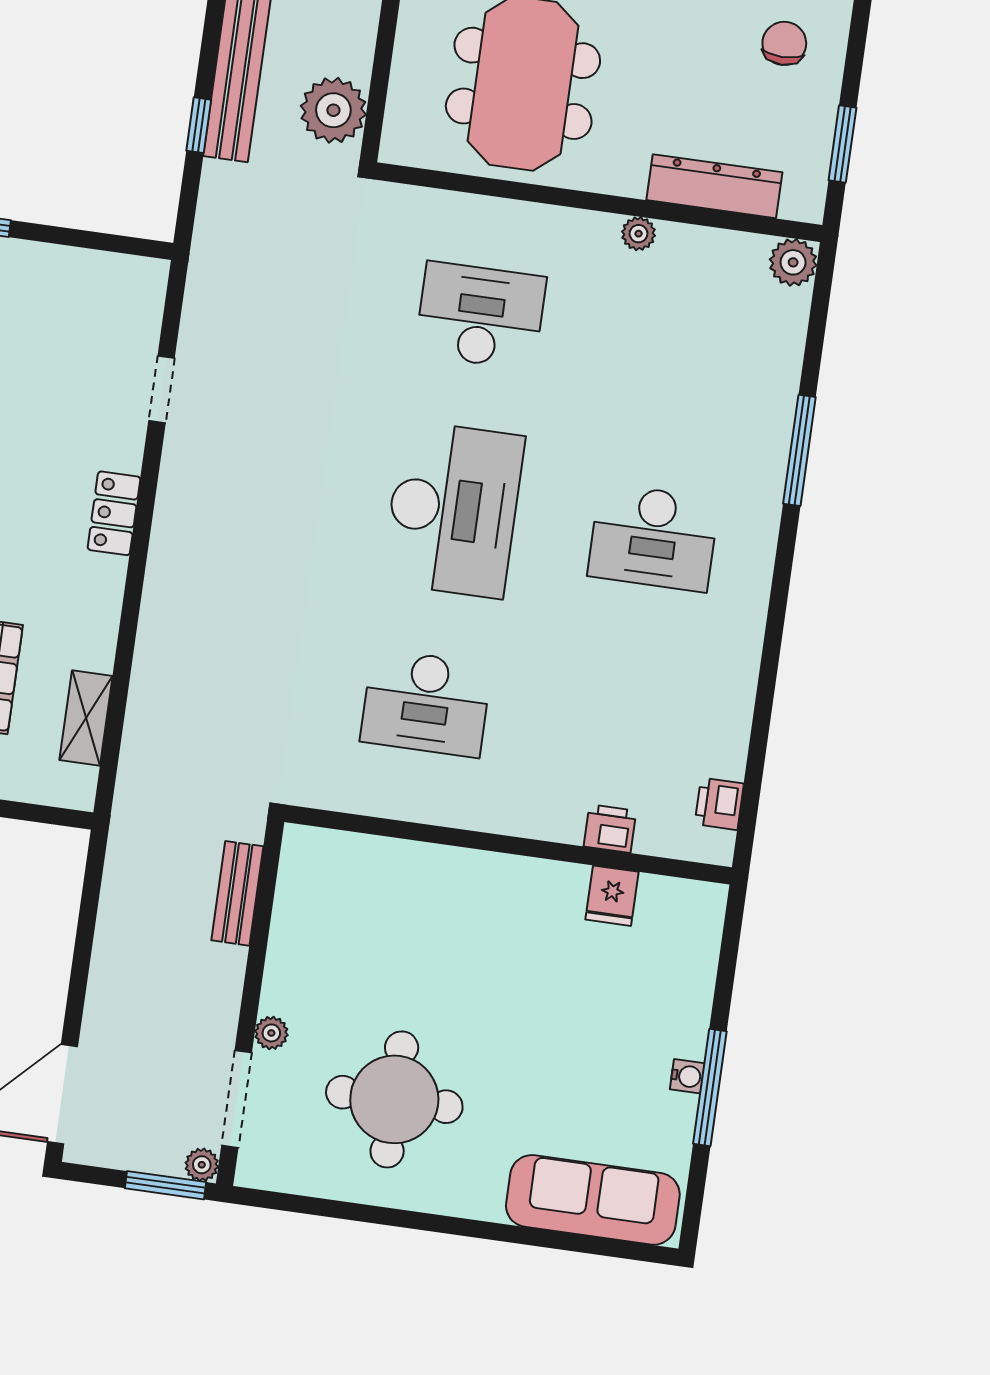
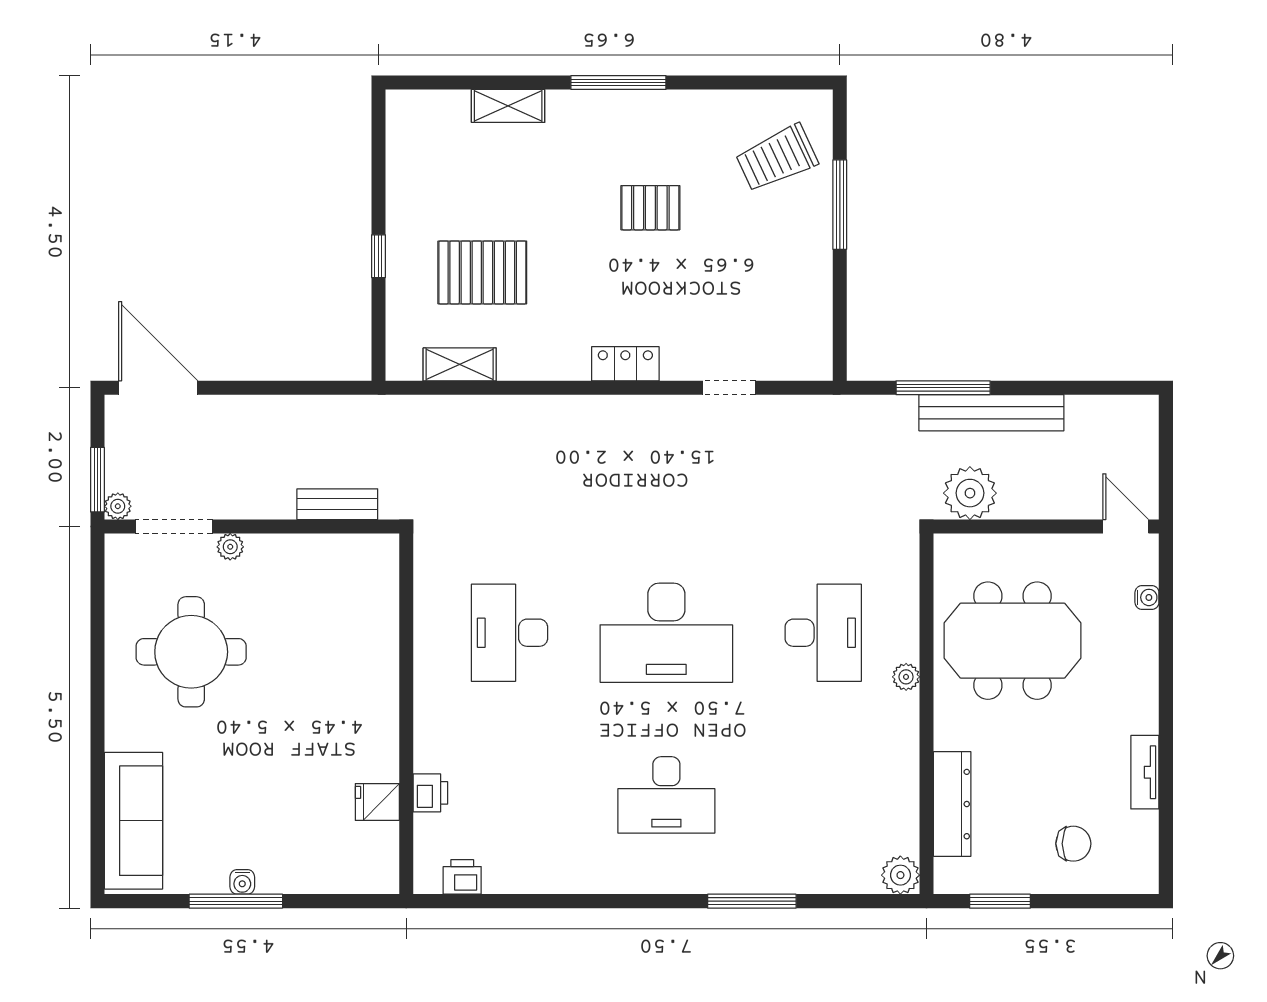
window: (199, 125) -> (943, 388), width x2.17
plant: (639, 234) -> (906, 677), moved
desk: (653, 538) -> (666, 795), turned -90

